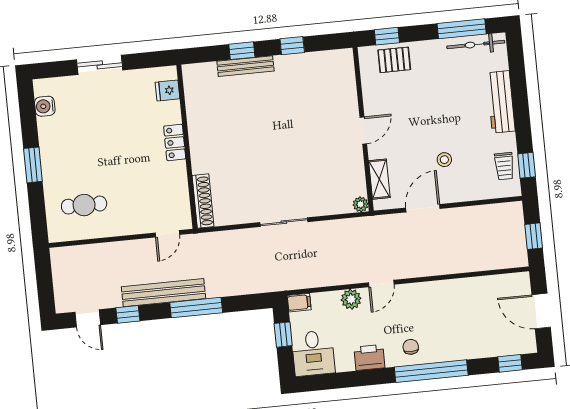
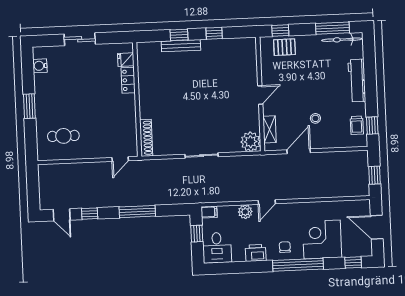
locker: (175, 142) -> (128, 80), moved
plant: (361, 204) -> (251, 142), width x1.88, depth x1.88
bench: (163, 293) -> (115, 200), removed
corner desk: (464, 333) -> (322, 239), added

